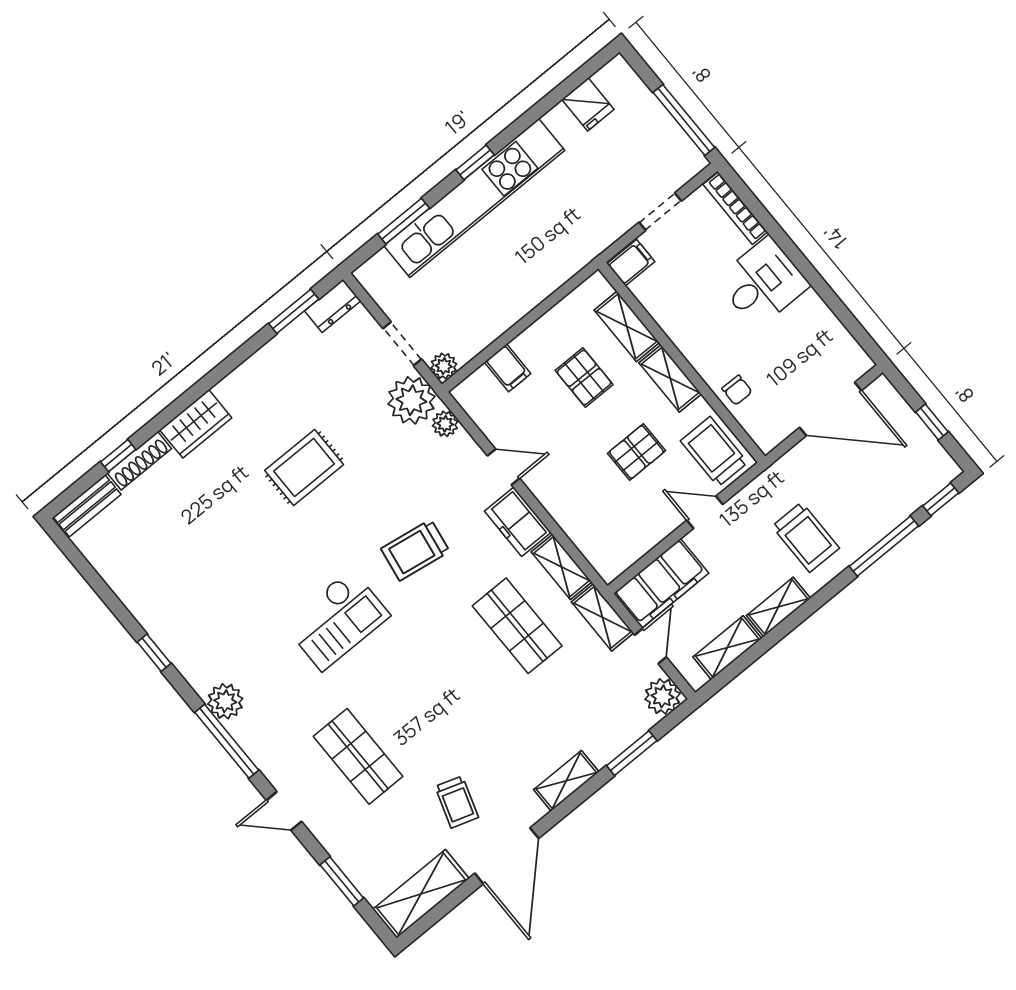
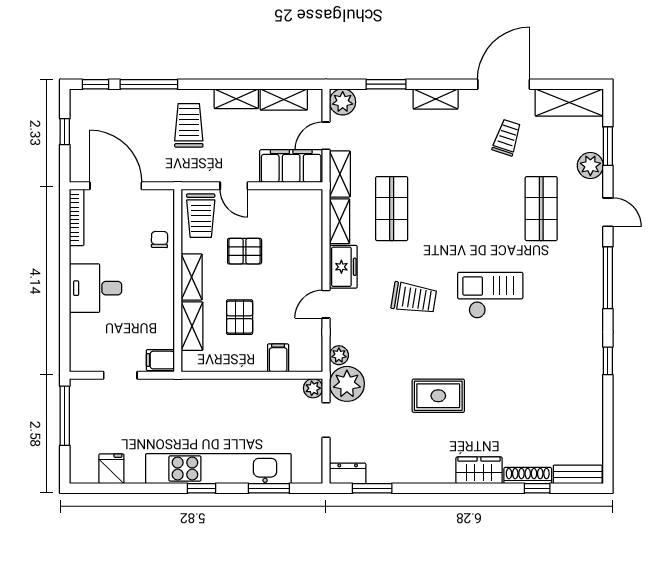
bookcase: (735, 208) -> (77, 217), moved
door: (503, 467) -> (326, 304), hinge flipped
plant: (225, 701) -> (590, 165), moved

